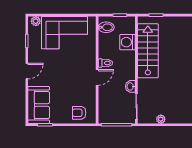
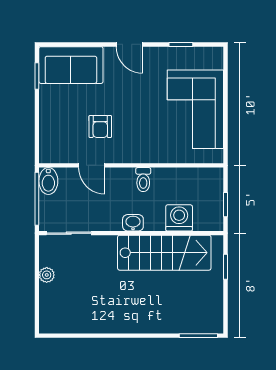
plant: (36, 21) -> (215, 60), removed
bidet: (106, 27) -> (48, 181), moved
door: (97, 77) -> (92, 165), moved
washbasin: (130, 86) -> (133, 223), moved
armchair: (79, 113) -> (100, 127), moved, turned 180

